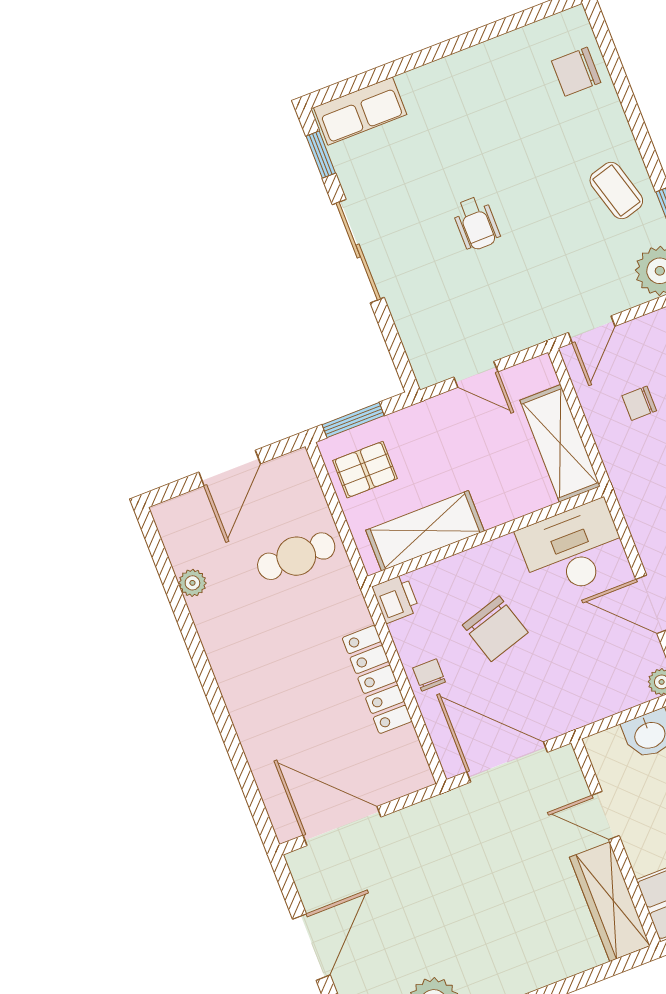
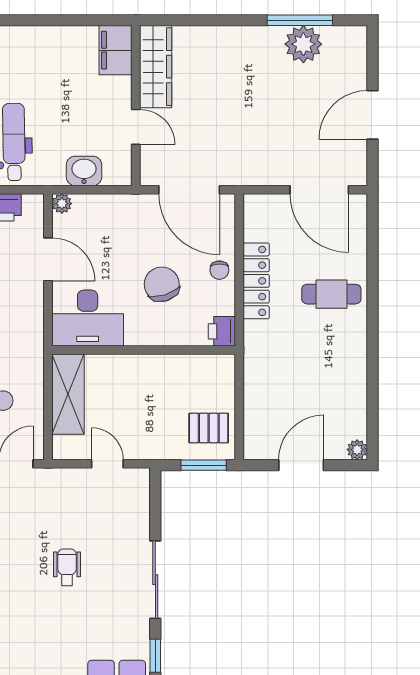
shelving: (425, 531) -> (184, 370), removed
cafe table: (296, 556) -> (331, 294), moved
plant: (192, 583) -> (357, 450), moved

